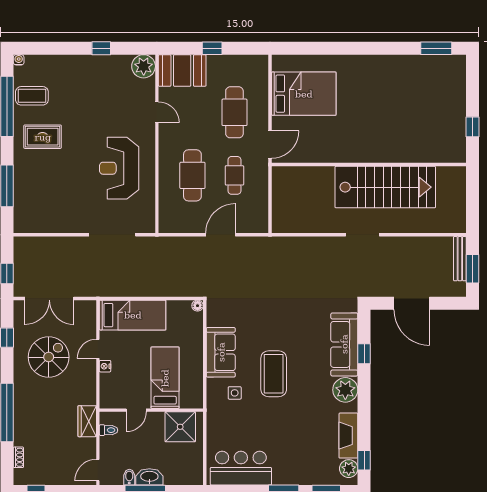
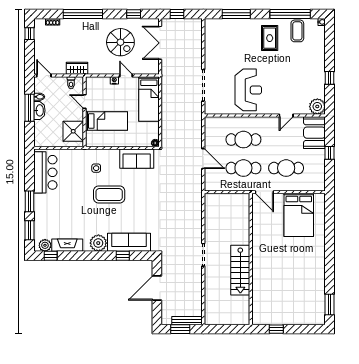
reception desk: (119, 168) -> (248, 90), turned 90
cafe table: (234, 175) -> (243, 168), width x1.37, depth x1.35
stairs: (385, 187) -> (240, 270), width x0.73, depth x0.66
sofa: (221, 352) -> (137, 159), moved

